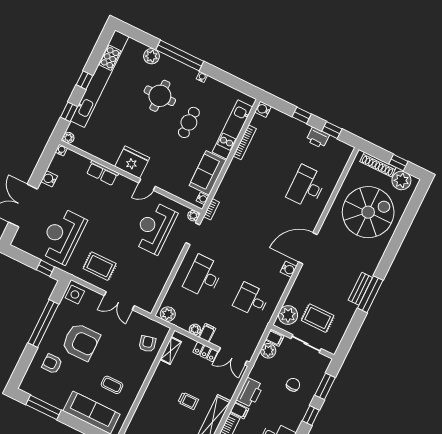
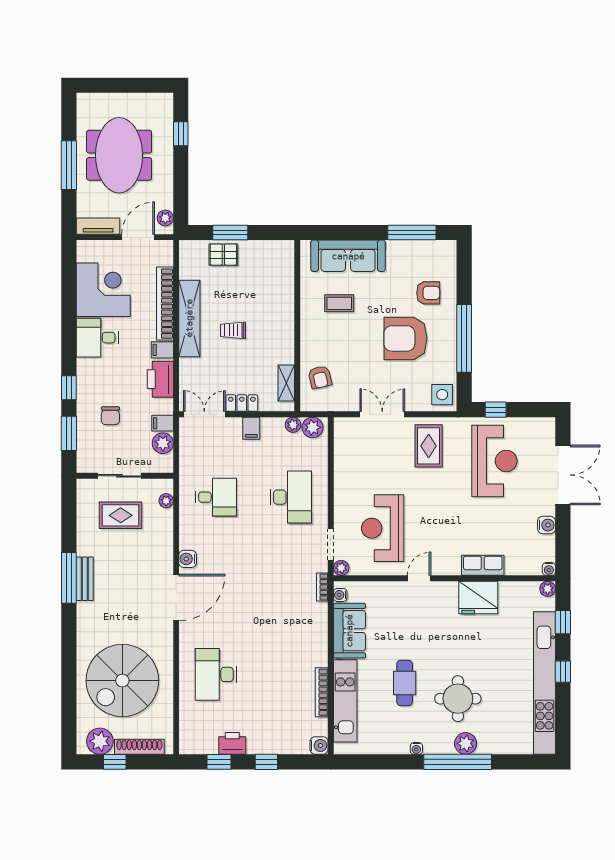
plant: (151, 56) -> (466, 743), moved
fridge: (132, 162) -> (478, 598), moved
desk: (307, 187) -> (216, 674), turned 180
reception desk: (155, 228) -> (383, 528), turned 180
rug: (100, 266) -> (429, 446), turned 90
plant: (288, 315) -> (166, 501), width x0.53, depth x0.53
plant: (195, 329) -> (293, 425), moved
filing cabinet: (275, 338) -> (163, 423), moved

